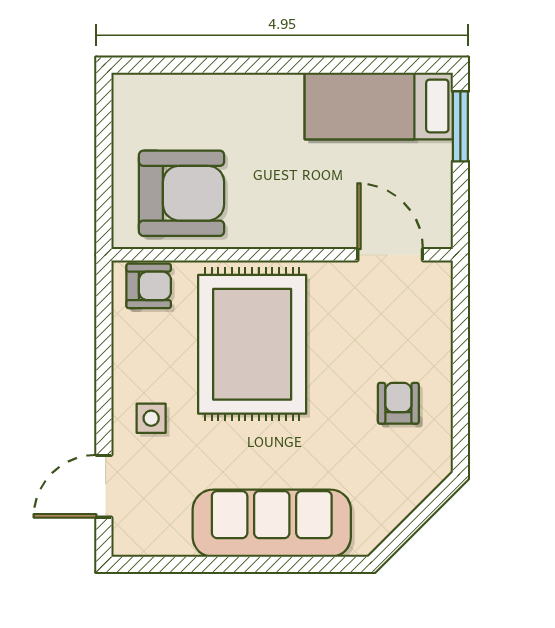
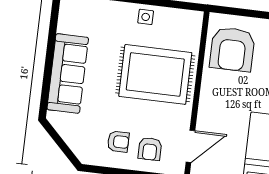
armchair: (149, 286) -> (150, 149), moved
side table: (151, 418) -> (146, 17), moved

